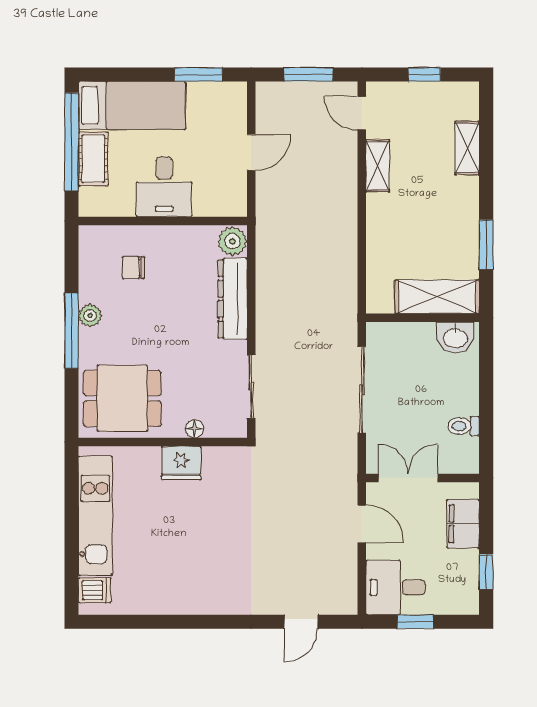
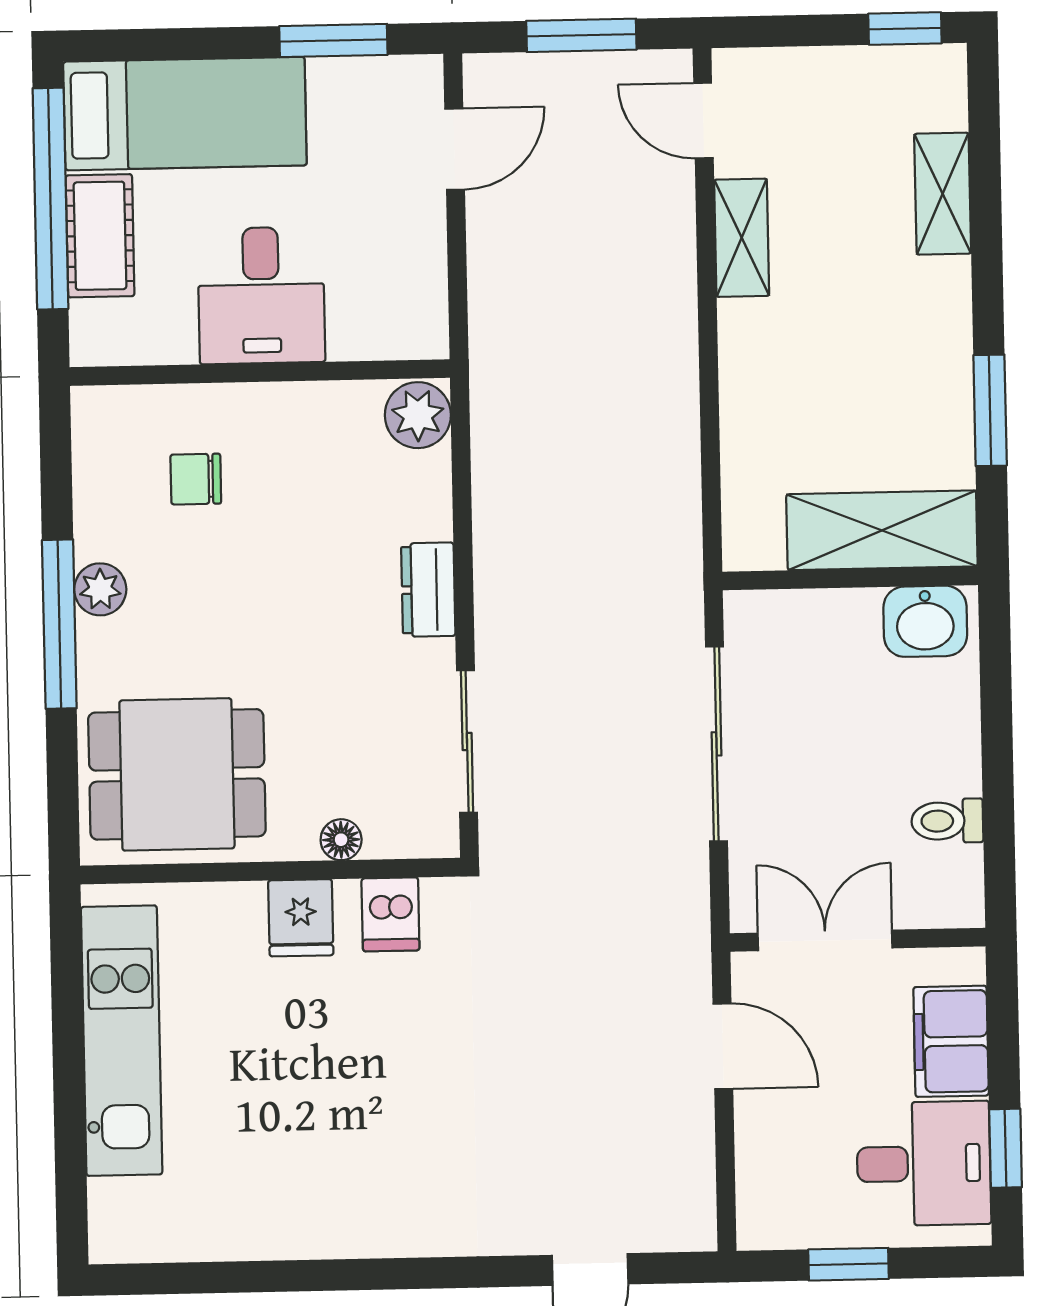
window: (424, 74) -> (905, 29), moved
door: (251, 152) -> (455, 149), moved
dresser: (233, 299) -> (428, 590), width x0.51, depth x0.80
fridge: (181, 463) -> (301, 918), width x0.72
desk: (395, 587) -> (924, 1164), moved, turned 180
dishwasher: (95, 590) -> (390, 914), moved, turned 90

